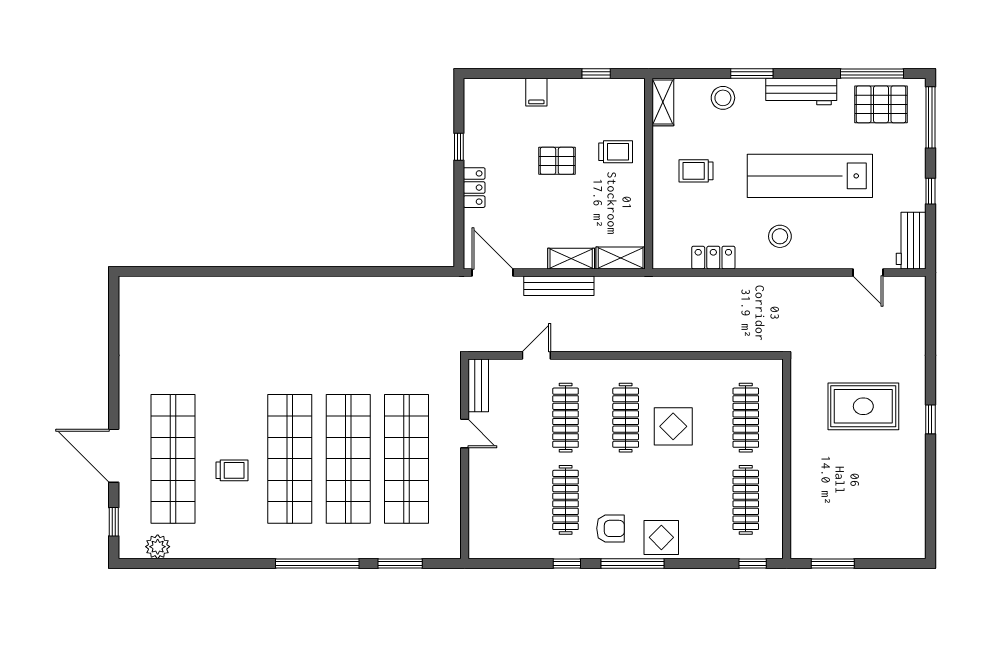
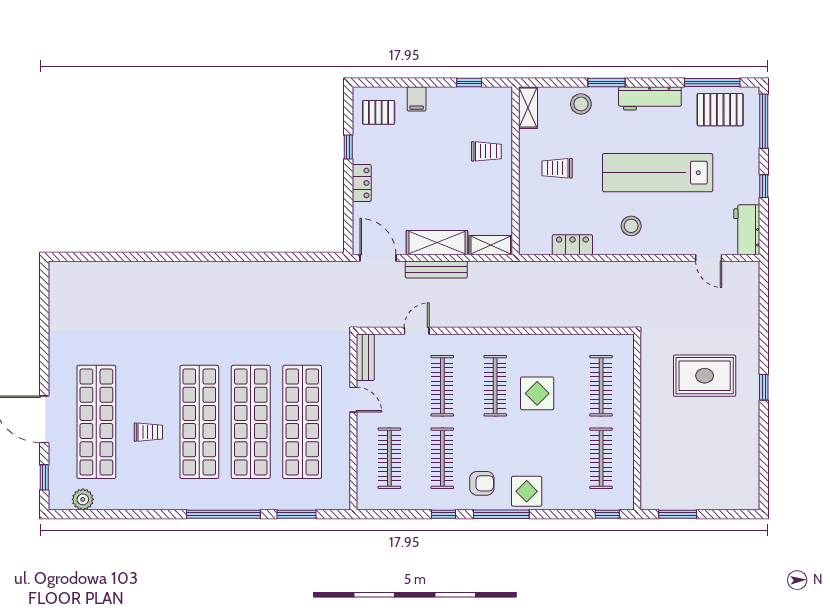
pallet: (557, 161) -> (379, 112), moved
shelving: (571, 259) -> (437, 243), width x1.50, depth x1.33
clothes rail: (506, 500) -> (389, 458), added

